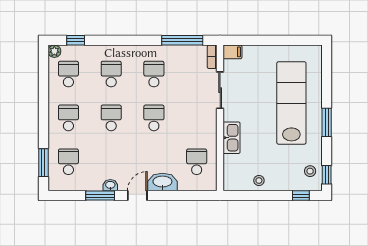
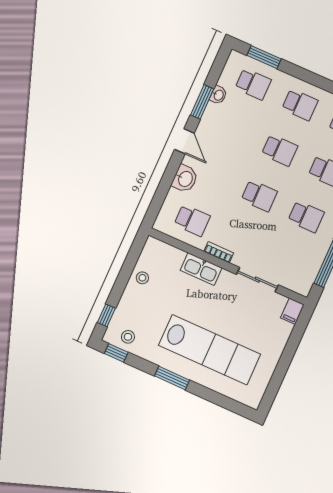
bookcase: (212, 57) -> (219, 252), moved
washbasin: (162, 182) -> (185, 179), width x0.72
washbasin: (110, 185) -> (218, 95), moved

